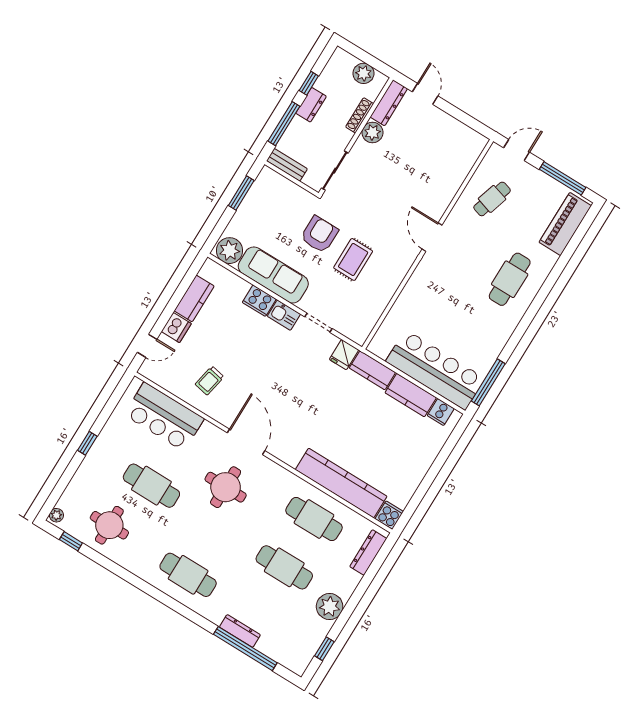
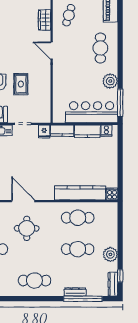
wardrobe: (450, 183) -> (45, 20), added
plant: (493, 340) -> (110, 81), added
dresser: (368, 552) -> (113, 284), moved

